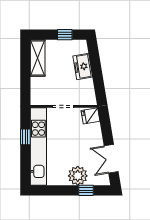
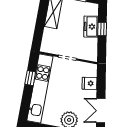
window: (96, 67) -> (102, 29), added
fridge: (91, 116) -> (89, 83), moved

